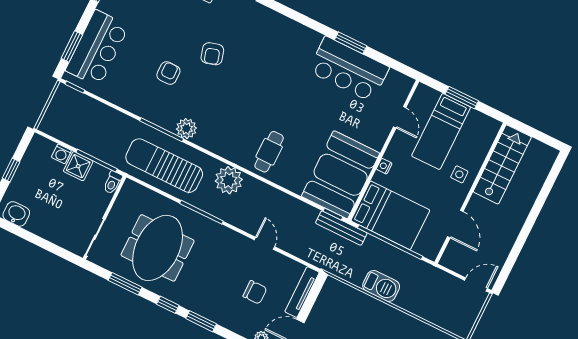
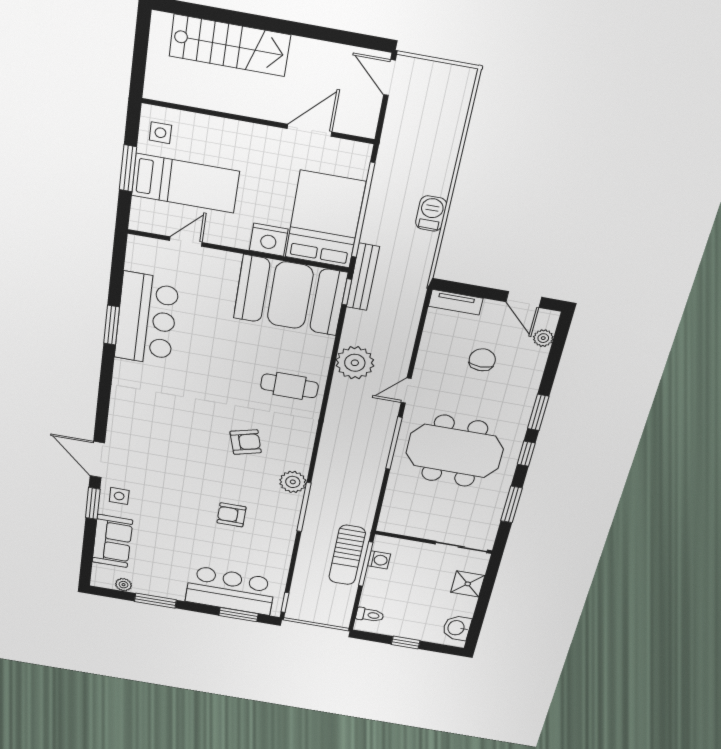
armchair: (212, 54) -> (246, 442), moved
washing machine: (61, 154) -> (379, 560), moved
stairs: (502, 164) -> (230, 46), moved, turned 180
shower: (78, 166) -> (468, 584), moved
sun lounger: (164, 166) -> (347, 555), moved, width x0.73, depth x0.75
nightstand: (384, 166) -> (269, 240), width x1.89, depth x1.79
side table: (459, 174) -> (160, 133), moved
plant: (229, 180) -> (355, 363), moved
toilet: (113, 182) -> (370, 615), moved
door: (264, 243) -> (406, 390), moved
meeting table: (158, 248) -> (455, 451), moved
barbecue: (381, 286) -> (431, 214), width x0.73, depth x0.79
tv unit: (302, 292) -> (456, 302), width x0.71

